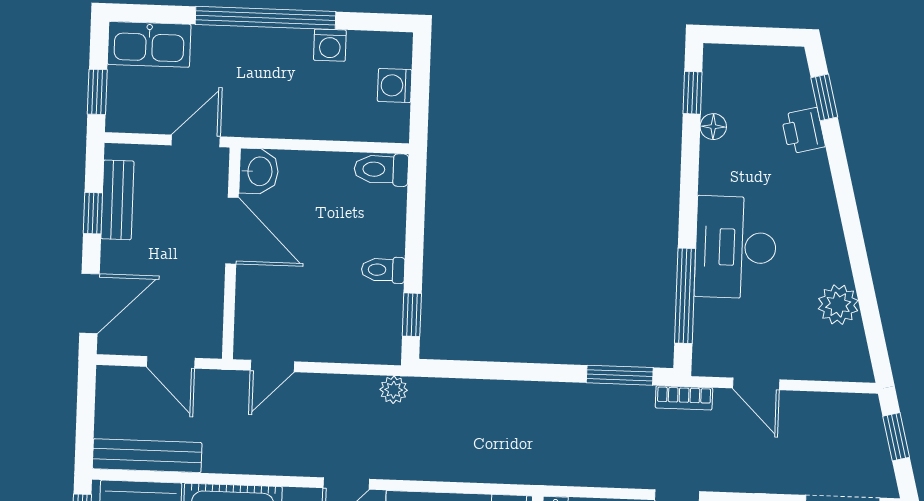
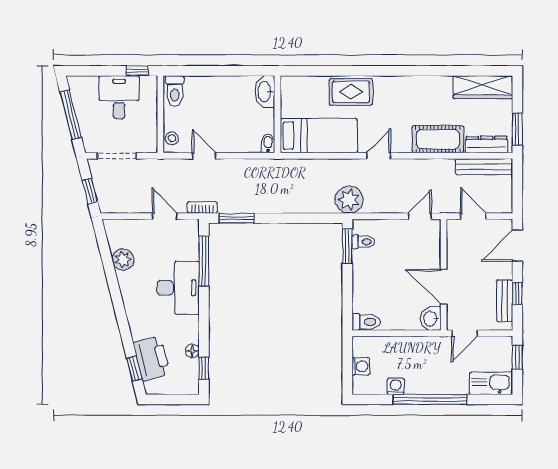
printer: (803, 131) -> (152, 358), width x1.87, depth x1.48
toilet: (383, 270) -> (363, 242), moved
window: (412, 315) -> (347, 246), width x1.50
plant: (394, 390) -> (349, 200), width x1.87, depth x1.87

